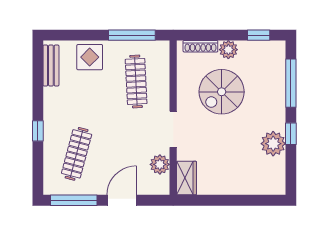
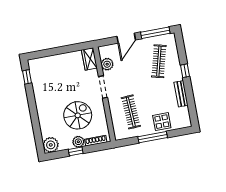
window: (132, 35) -> (153, 137), moved
window: (259, 35) -> (76, 151), moved
bench: (51, 66) -> (181, 94), moved
window: (291, 83) -> (37, 128), removed
window: (291, 134) -> (27, 77), moved
plant: (273, 144) -> (51, 145), moved

